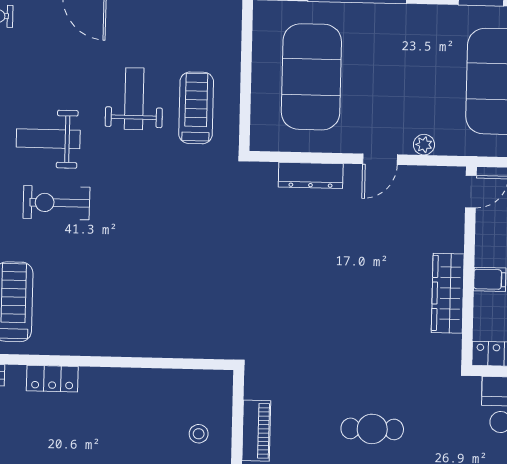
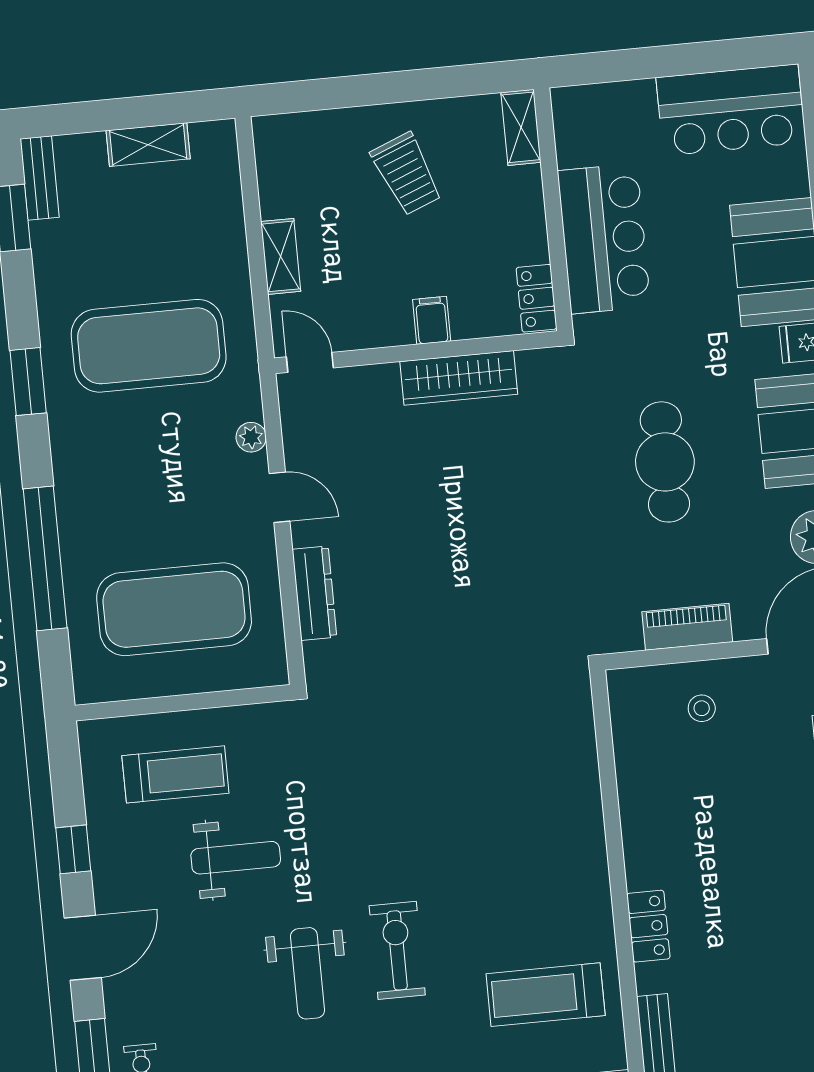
weight bench: (134, 99) -> (236, 858), turned 180
treadmill: (196, 108) -> (175, 774), moved, turned 180
exercise bike: (56, 203) -> (397, 950), turned 180
cafe table: (372, 429) -> (665, 462), width x1.37, depth x1.35

